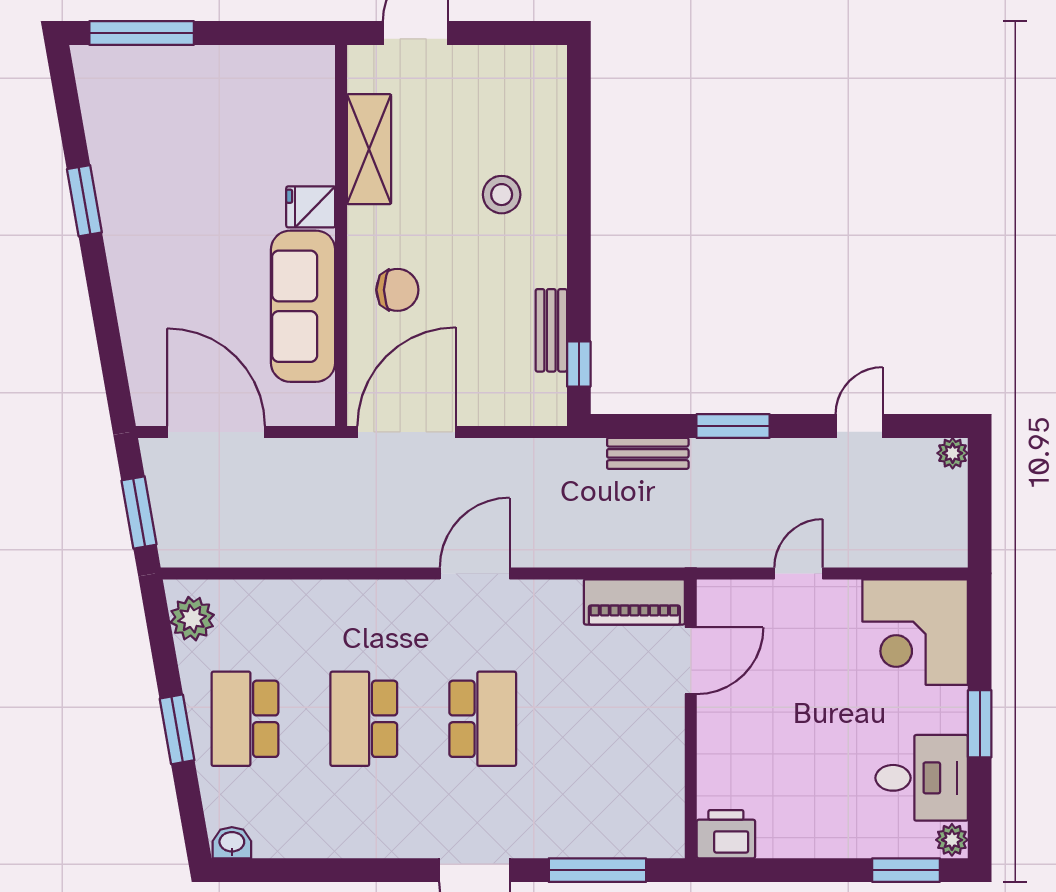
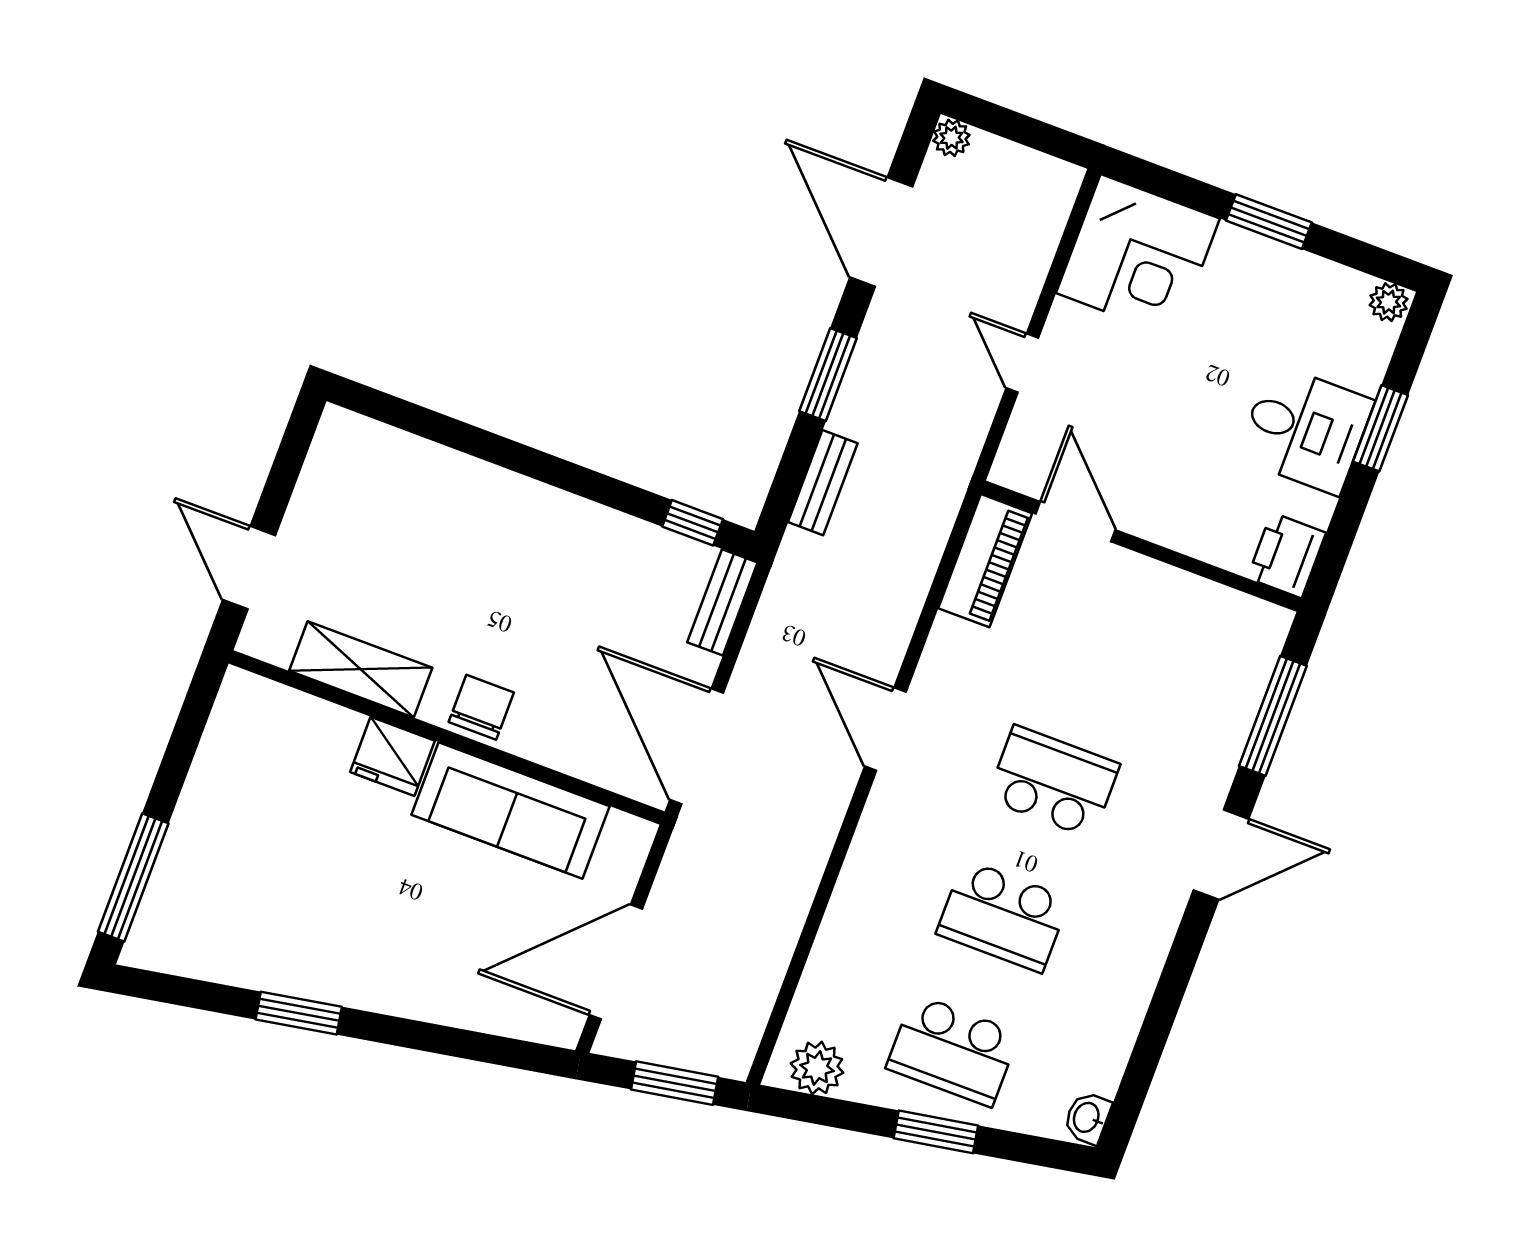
stool: (502, 195) -> (468, 539), removed
fridge: (311, 207) -> (392, 756), width x1.38
chair: (397, 290) -> (481, 707), moved
bench: (551, 330) -> (722, 602), moved, turned 90
door: (859, 426) -> (881, 232), width x1.87
desk: (922, 778) -> (1305, 429), moved, turned 90
window: (906, 870) -> (1380, 428), moved

